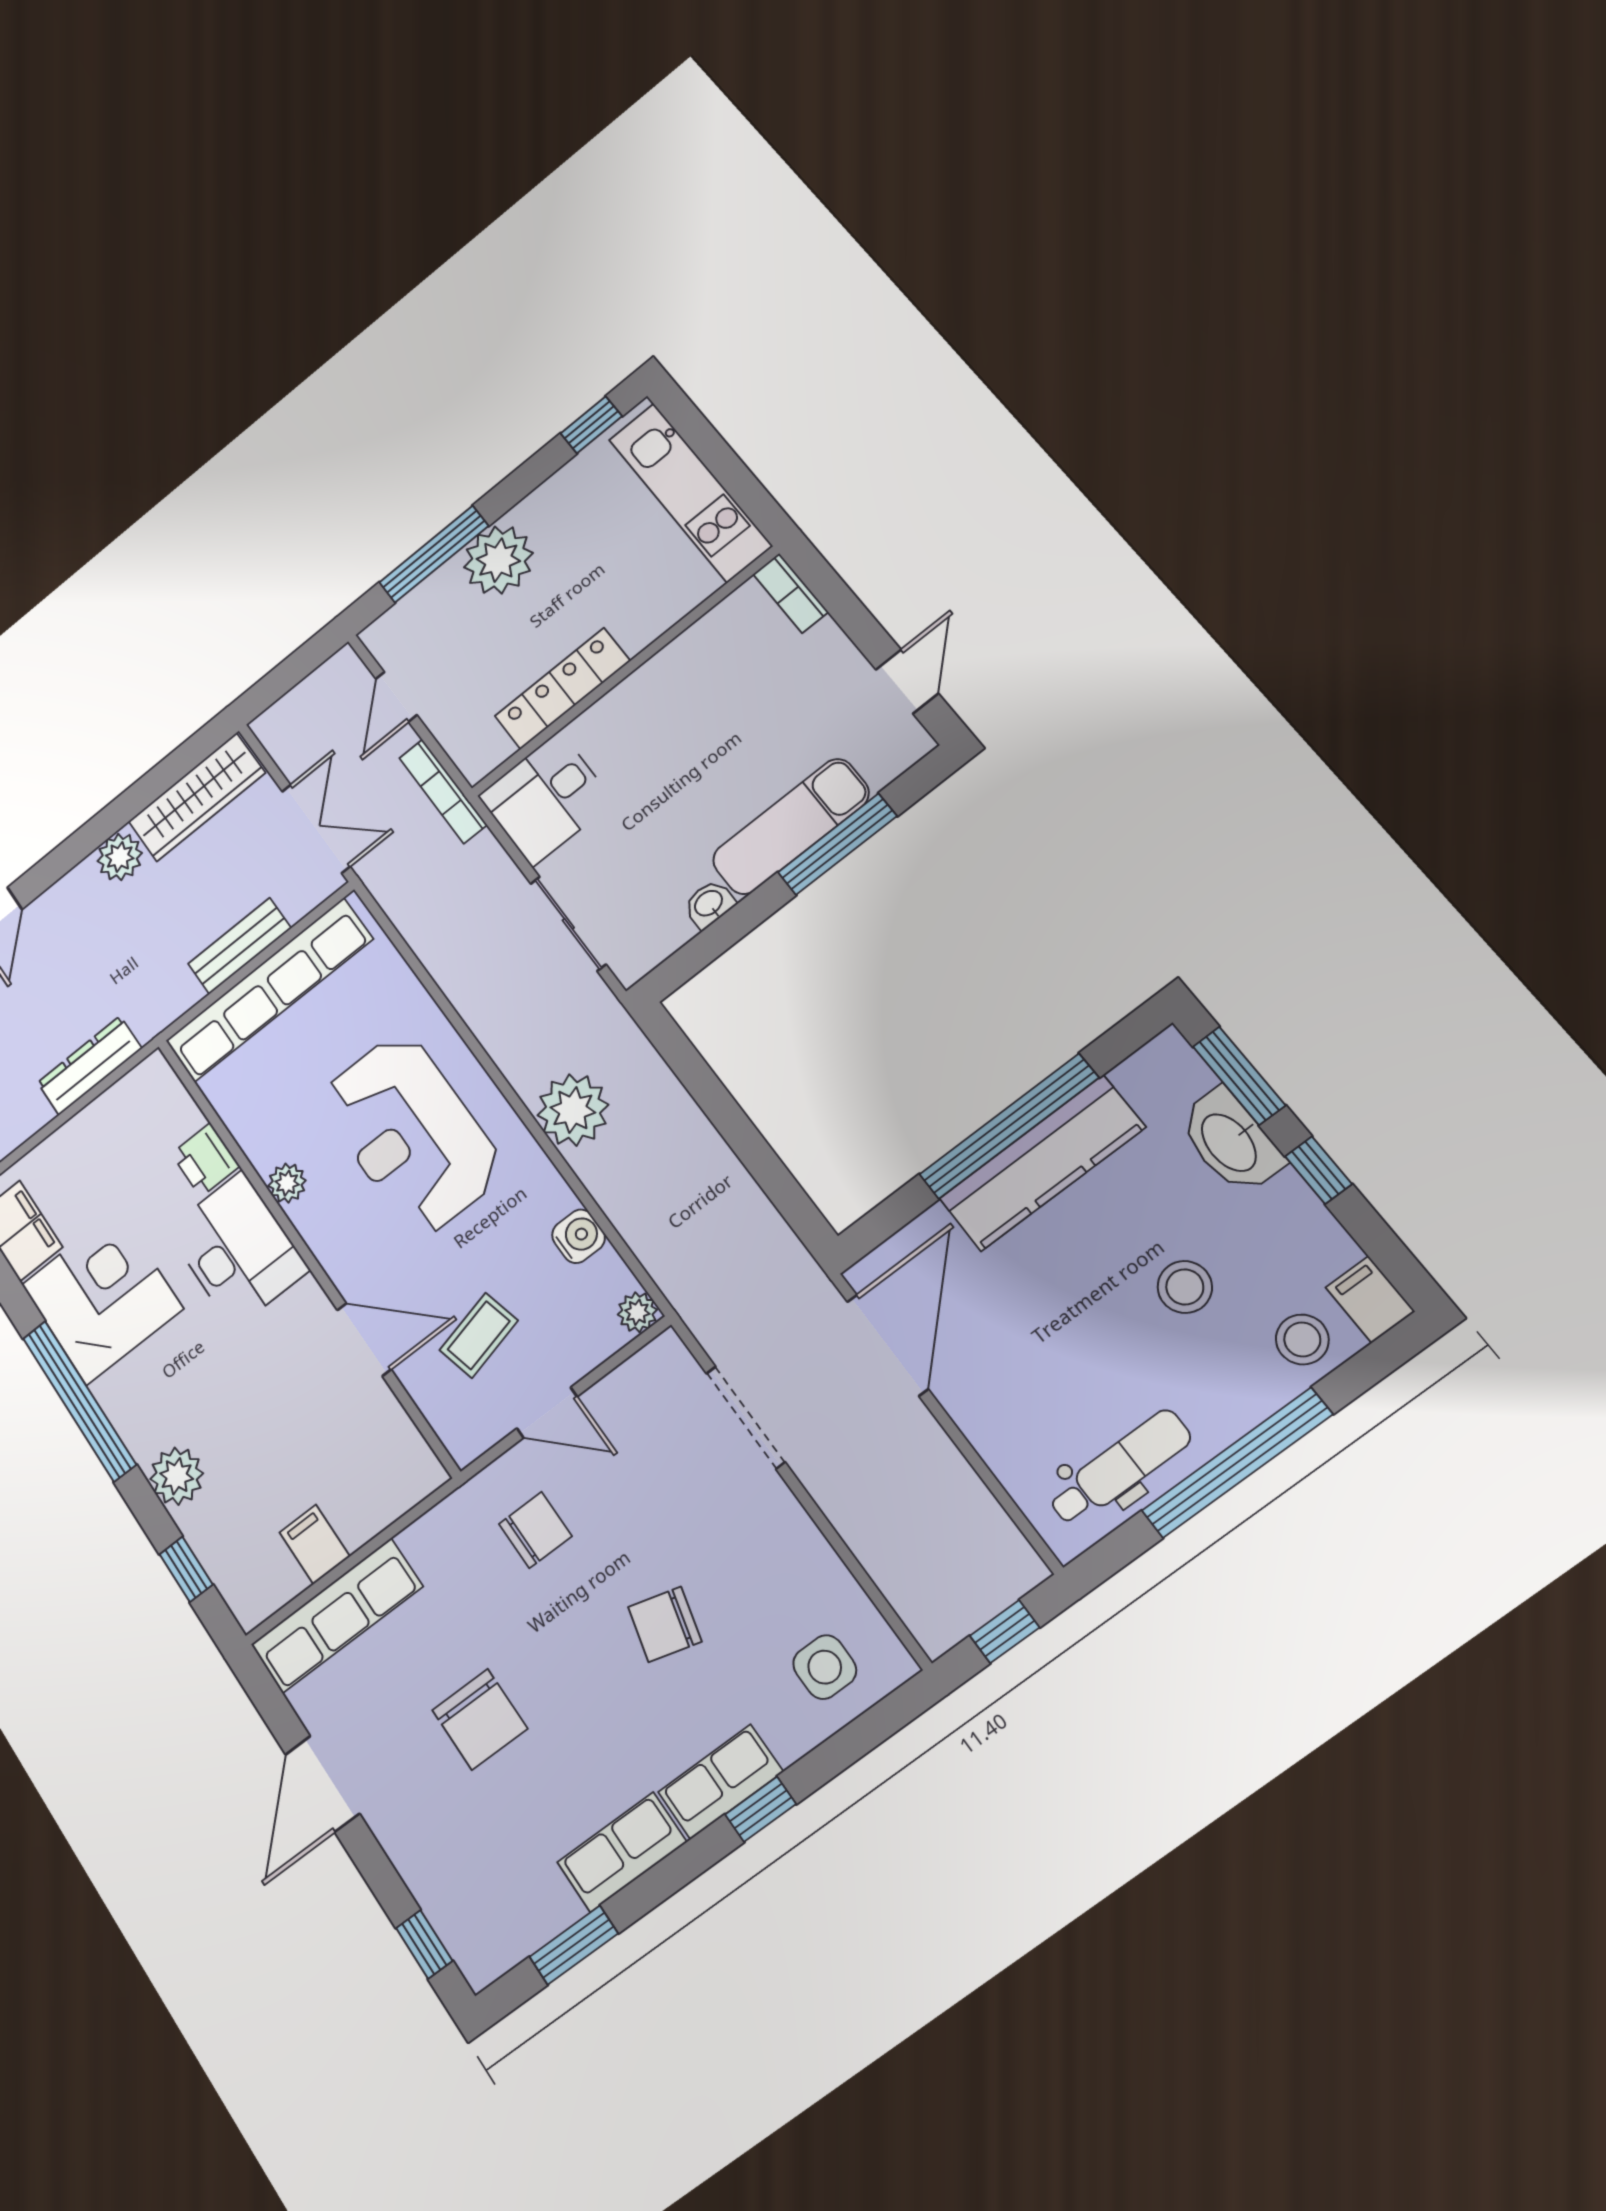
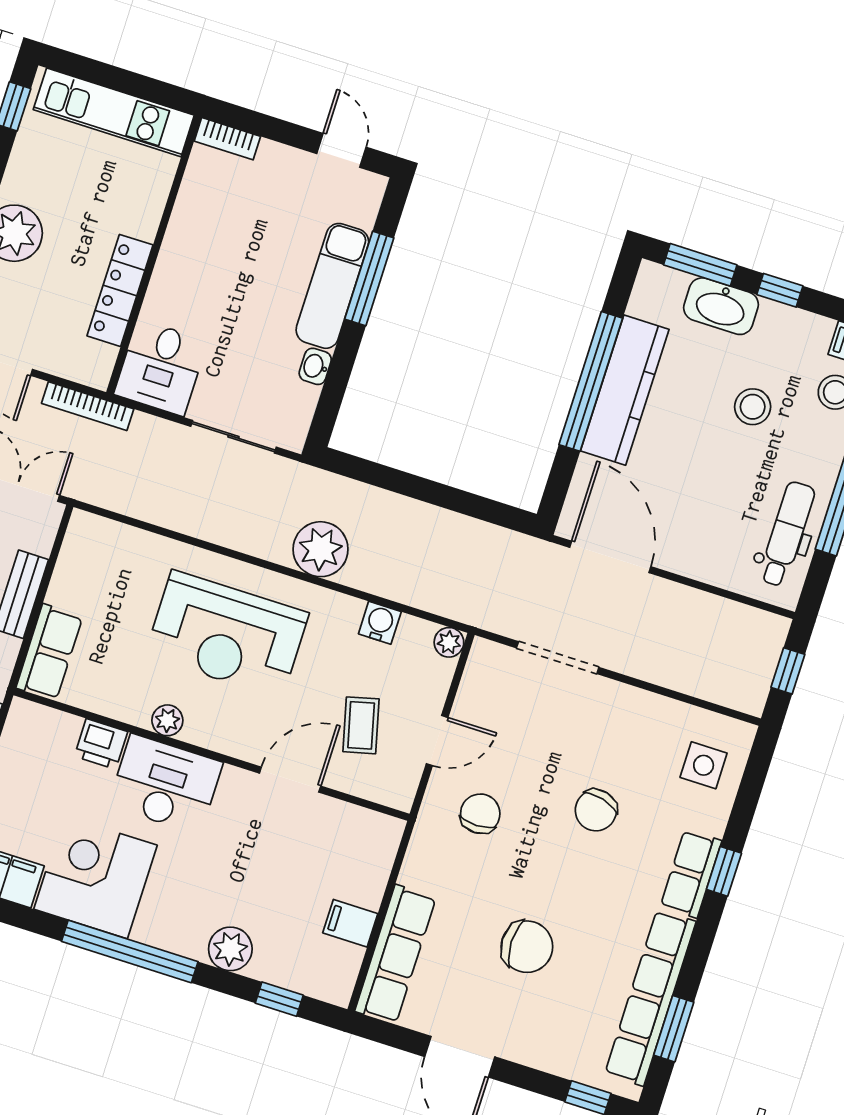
row of seats: (269, 990) -> (49, 652), width x0.50
row of seats: (622, 1852) -> (650, 998), width x2.02

